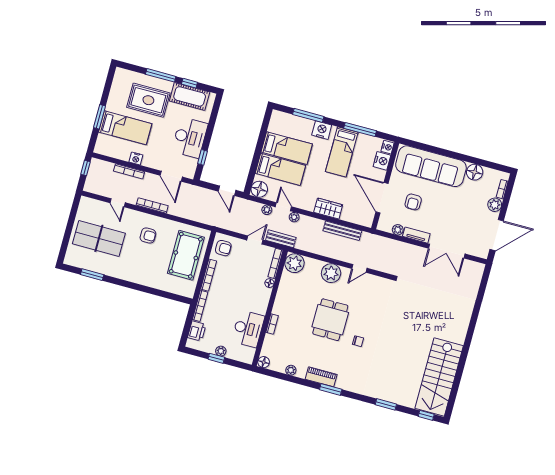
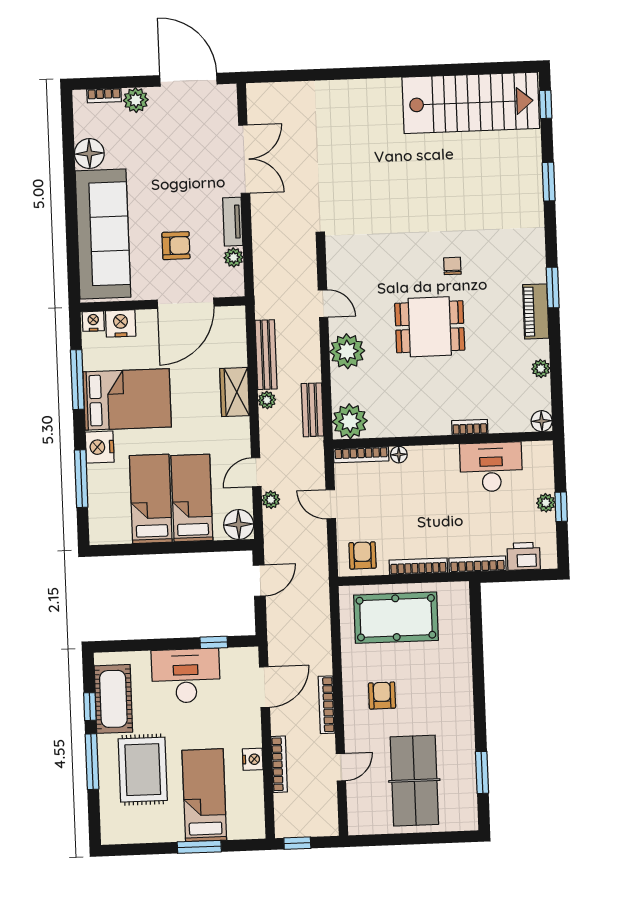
bed: (342, 152) -> (127, 399), width x1.50
plant: (294, 217) -> (267, 400), moved
bench: (281, 239) -> (312, 410), moved

